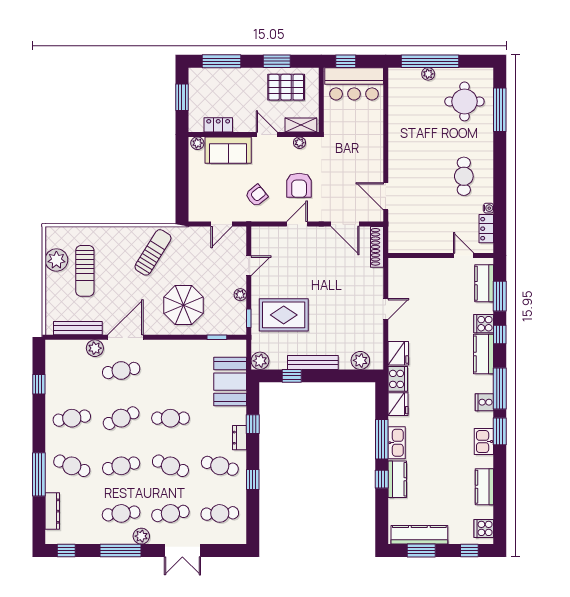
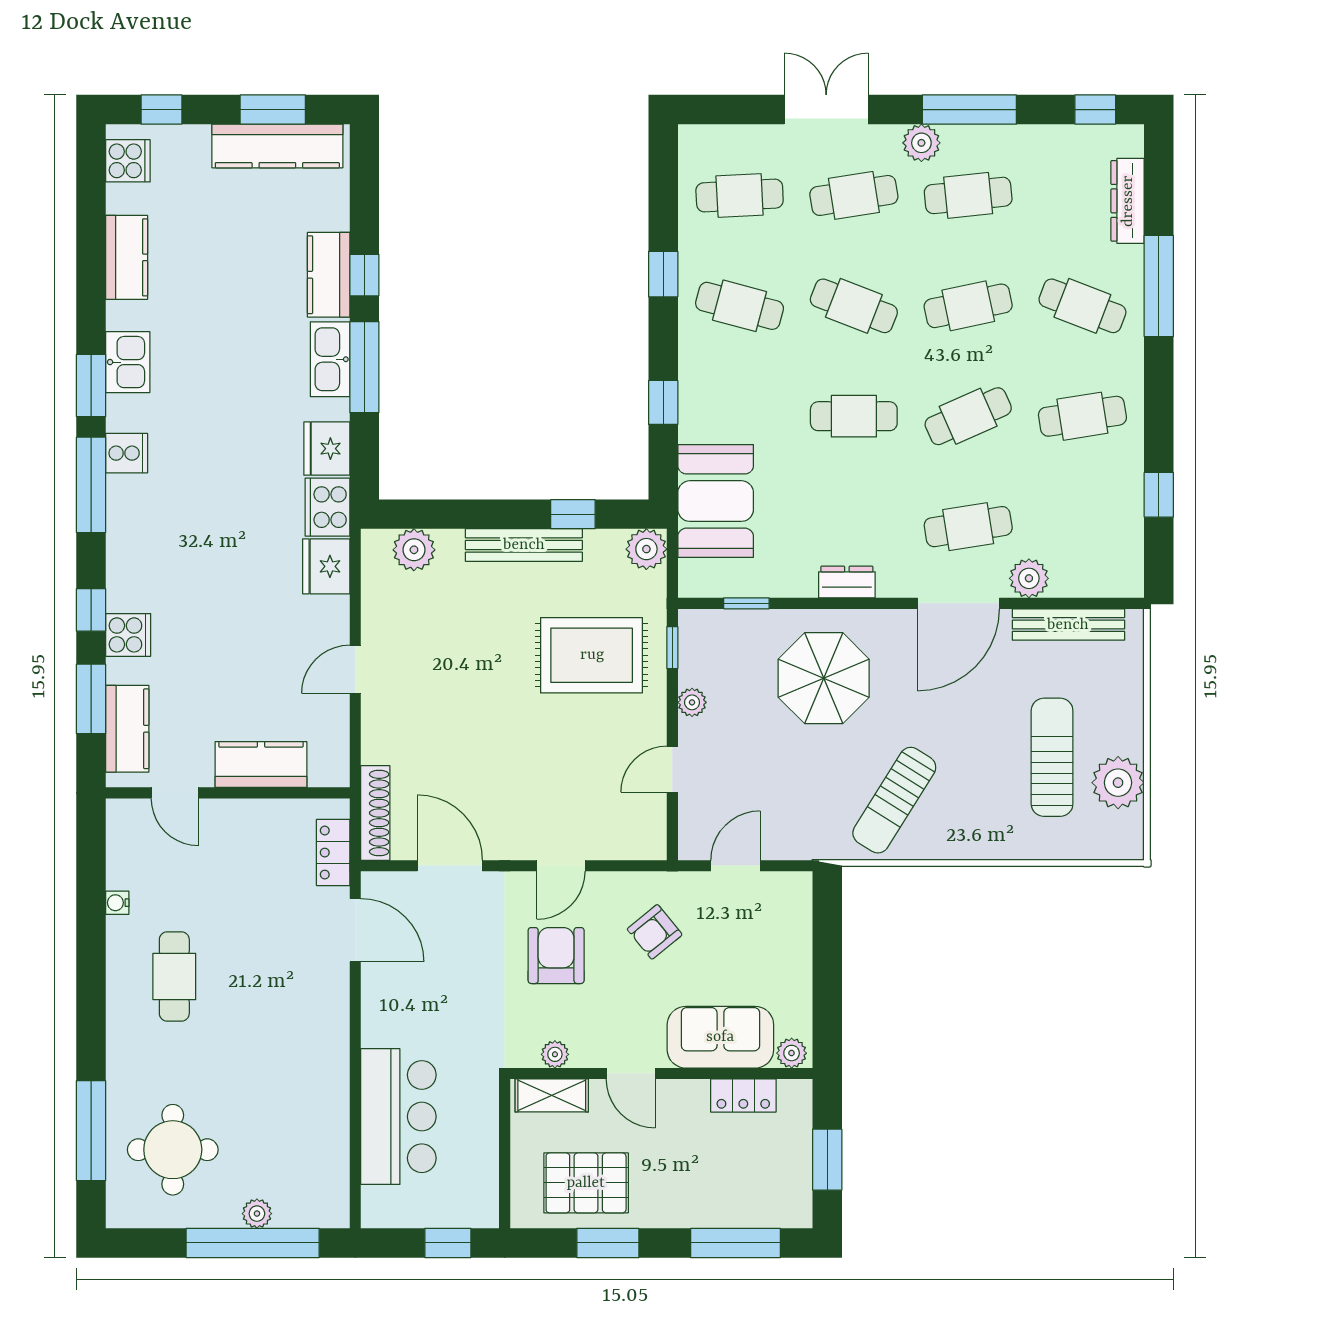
bar counter: (354, 84) -> (398, 1117), moved, turned 90
locker: (486, 229) -> (333, 853), moved, turned 180
kitchen counter: (484, 354) -> (261, 764), moved, turned -90
dresser: (240, 438) -> (847, 582), moved, turned -90

